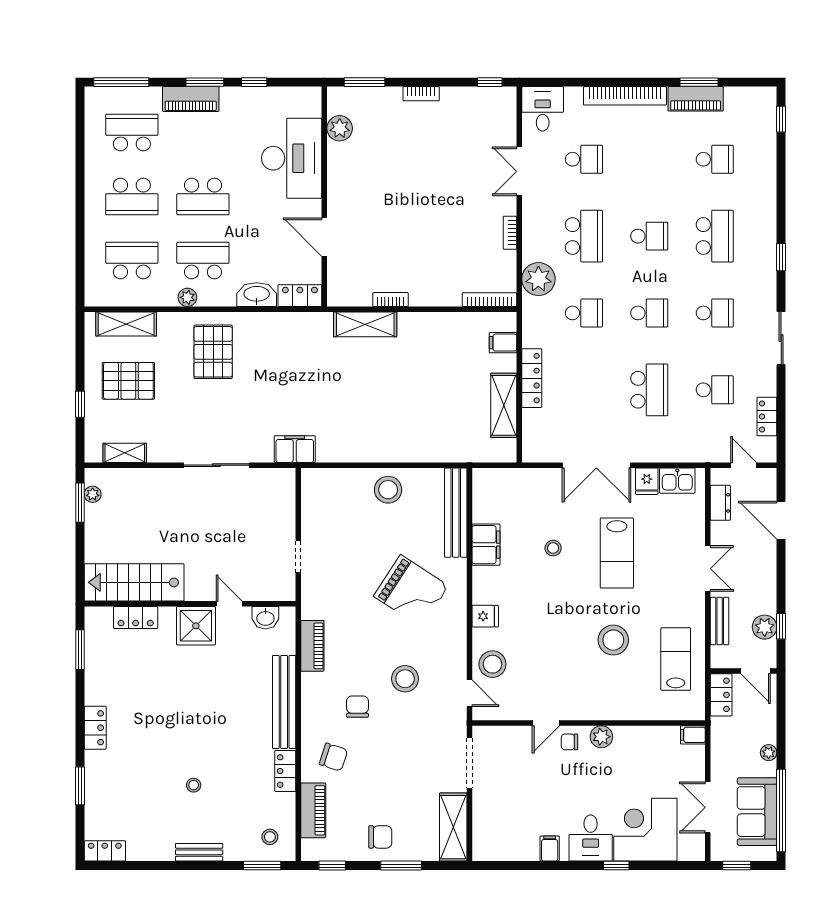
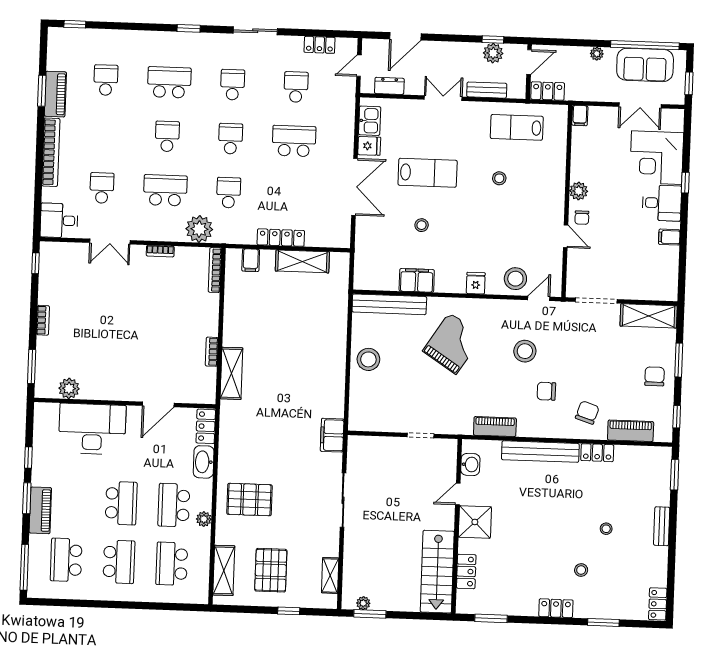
stool: (613, 640) -> (499, 178), width x0.53, depth x0.53
stool: (270, 837) -> (581, 570), moved

